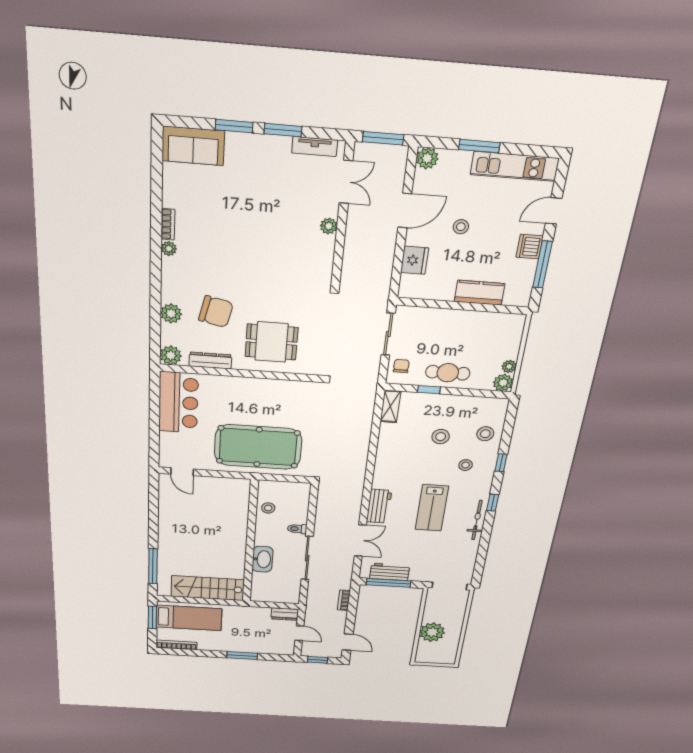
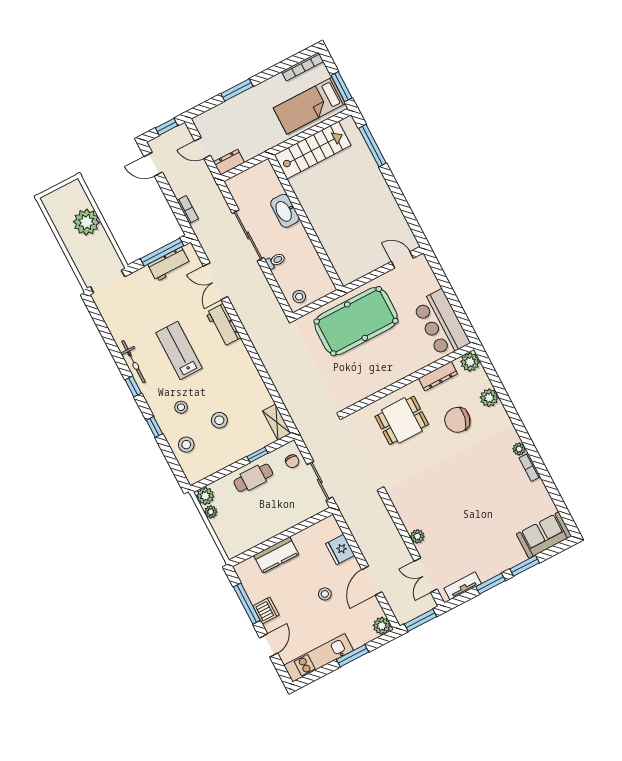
stool: (268, 508) -> (299, 297), moved

